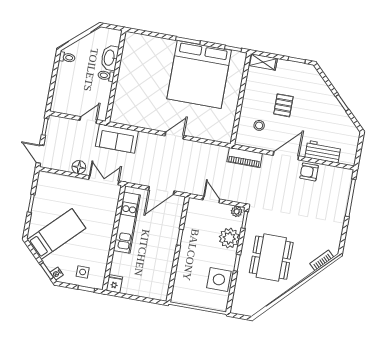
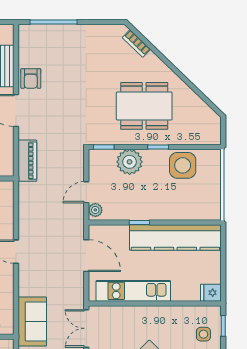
plant: (237, 211) -> (95, 210), moved
kitchen counter: (163, 264) -> (175, 237), added

